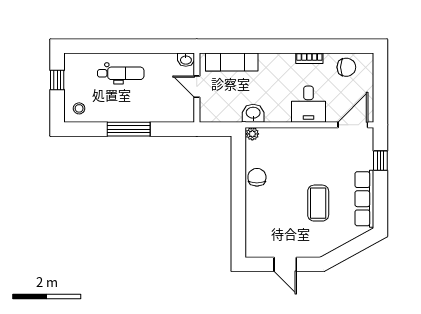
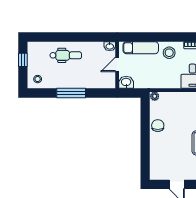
stool: (274, 69) -> (169, 53), added
door: (197, 87) -> (117, 64), hinge flipped
washbasin: (253, 113) -> (126, 82), moved

